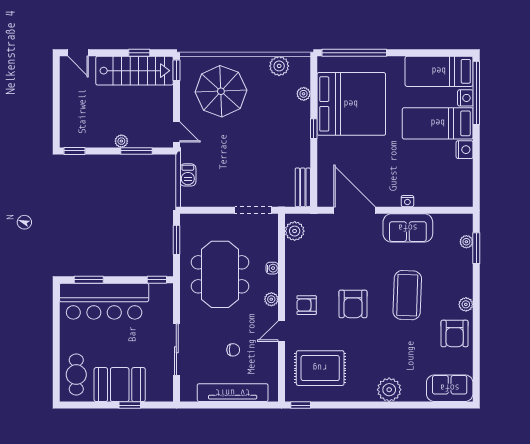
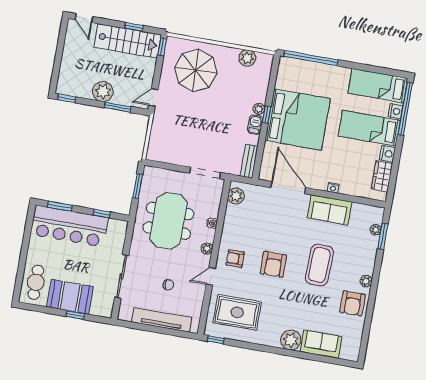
plant: (304, 94) -> (259, 109), moved
bed: (351, 104) -> (298, 120), moved
door: (176, 132) -> (153, 97), swing flipped
plant: (121, 141) -> (103, 91), width x1.87, depth x1.87
barbecue: (188, 175) -> (255, 125), moved, turned 180
wardrobe: (463, 177) -> (382, 176), added
window: (157, 280) -> (102, 214), moved
sofa: (450, 388) -> (321, 344), moved

